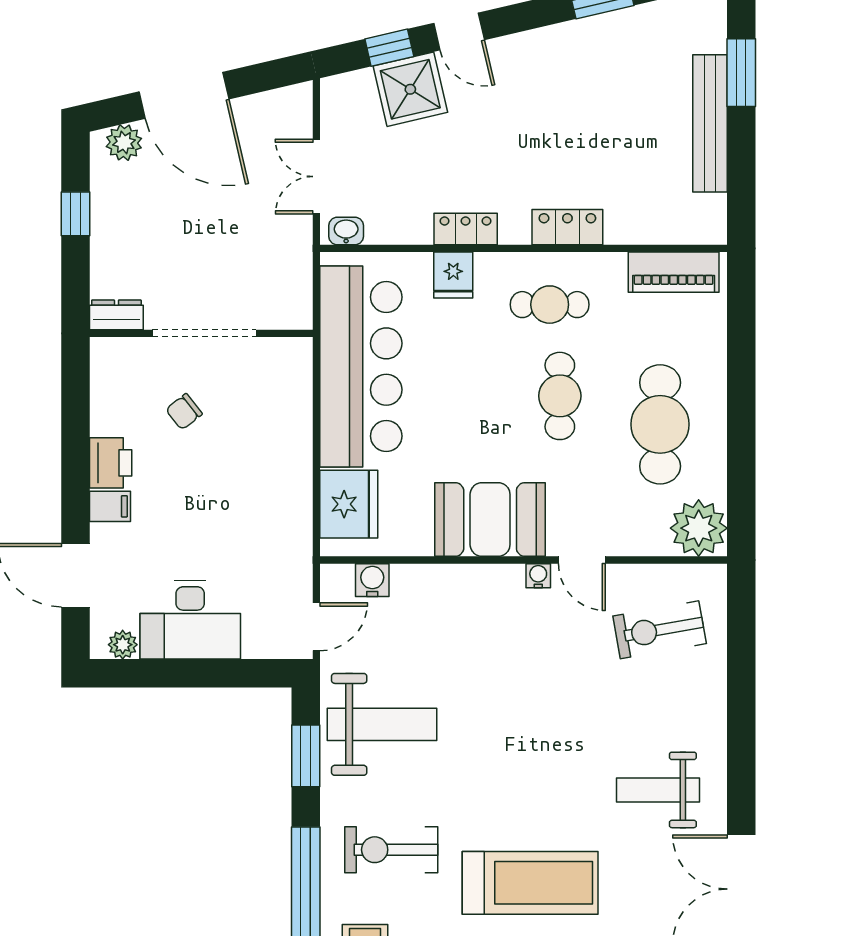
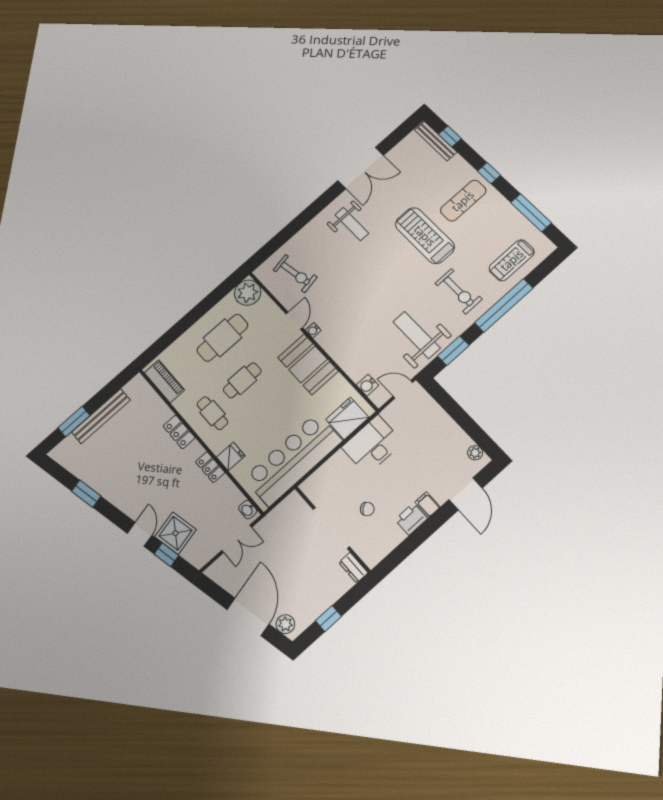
desk: (190, 620) -> (372, 445), moved, turned -90

